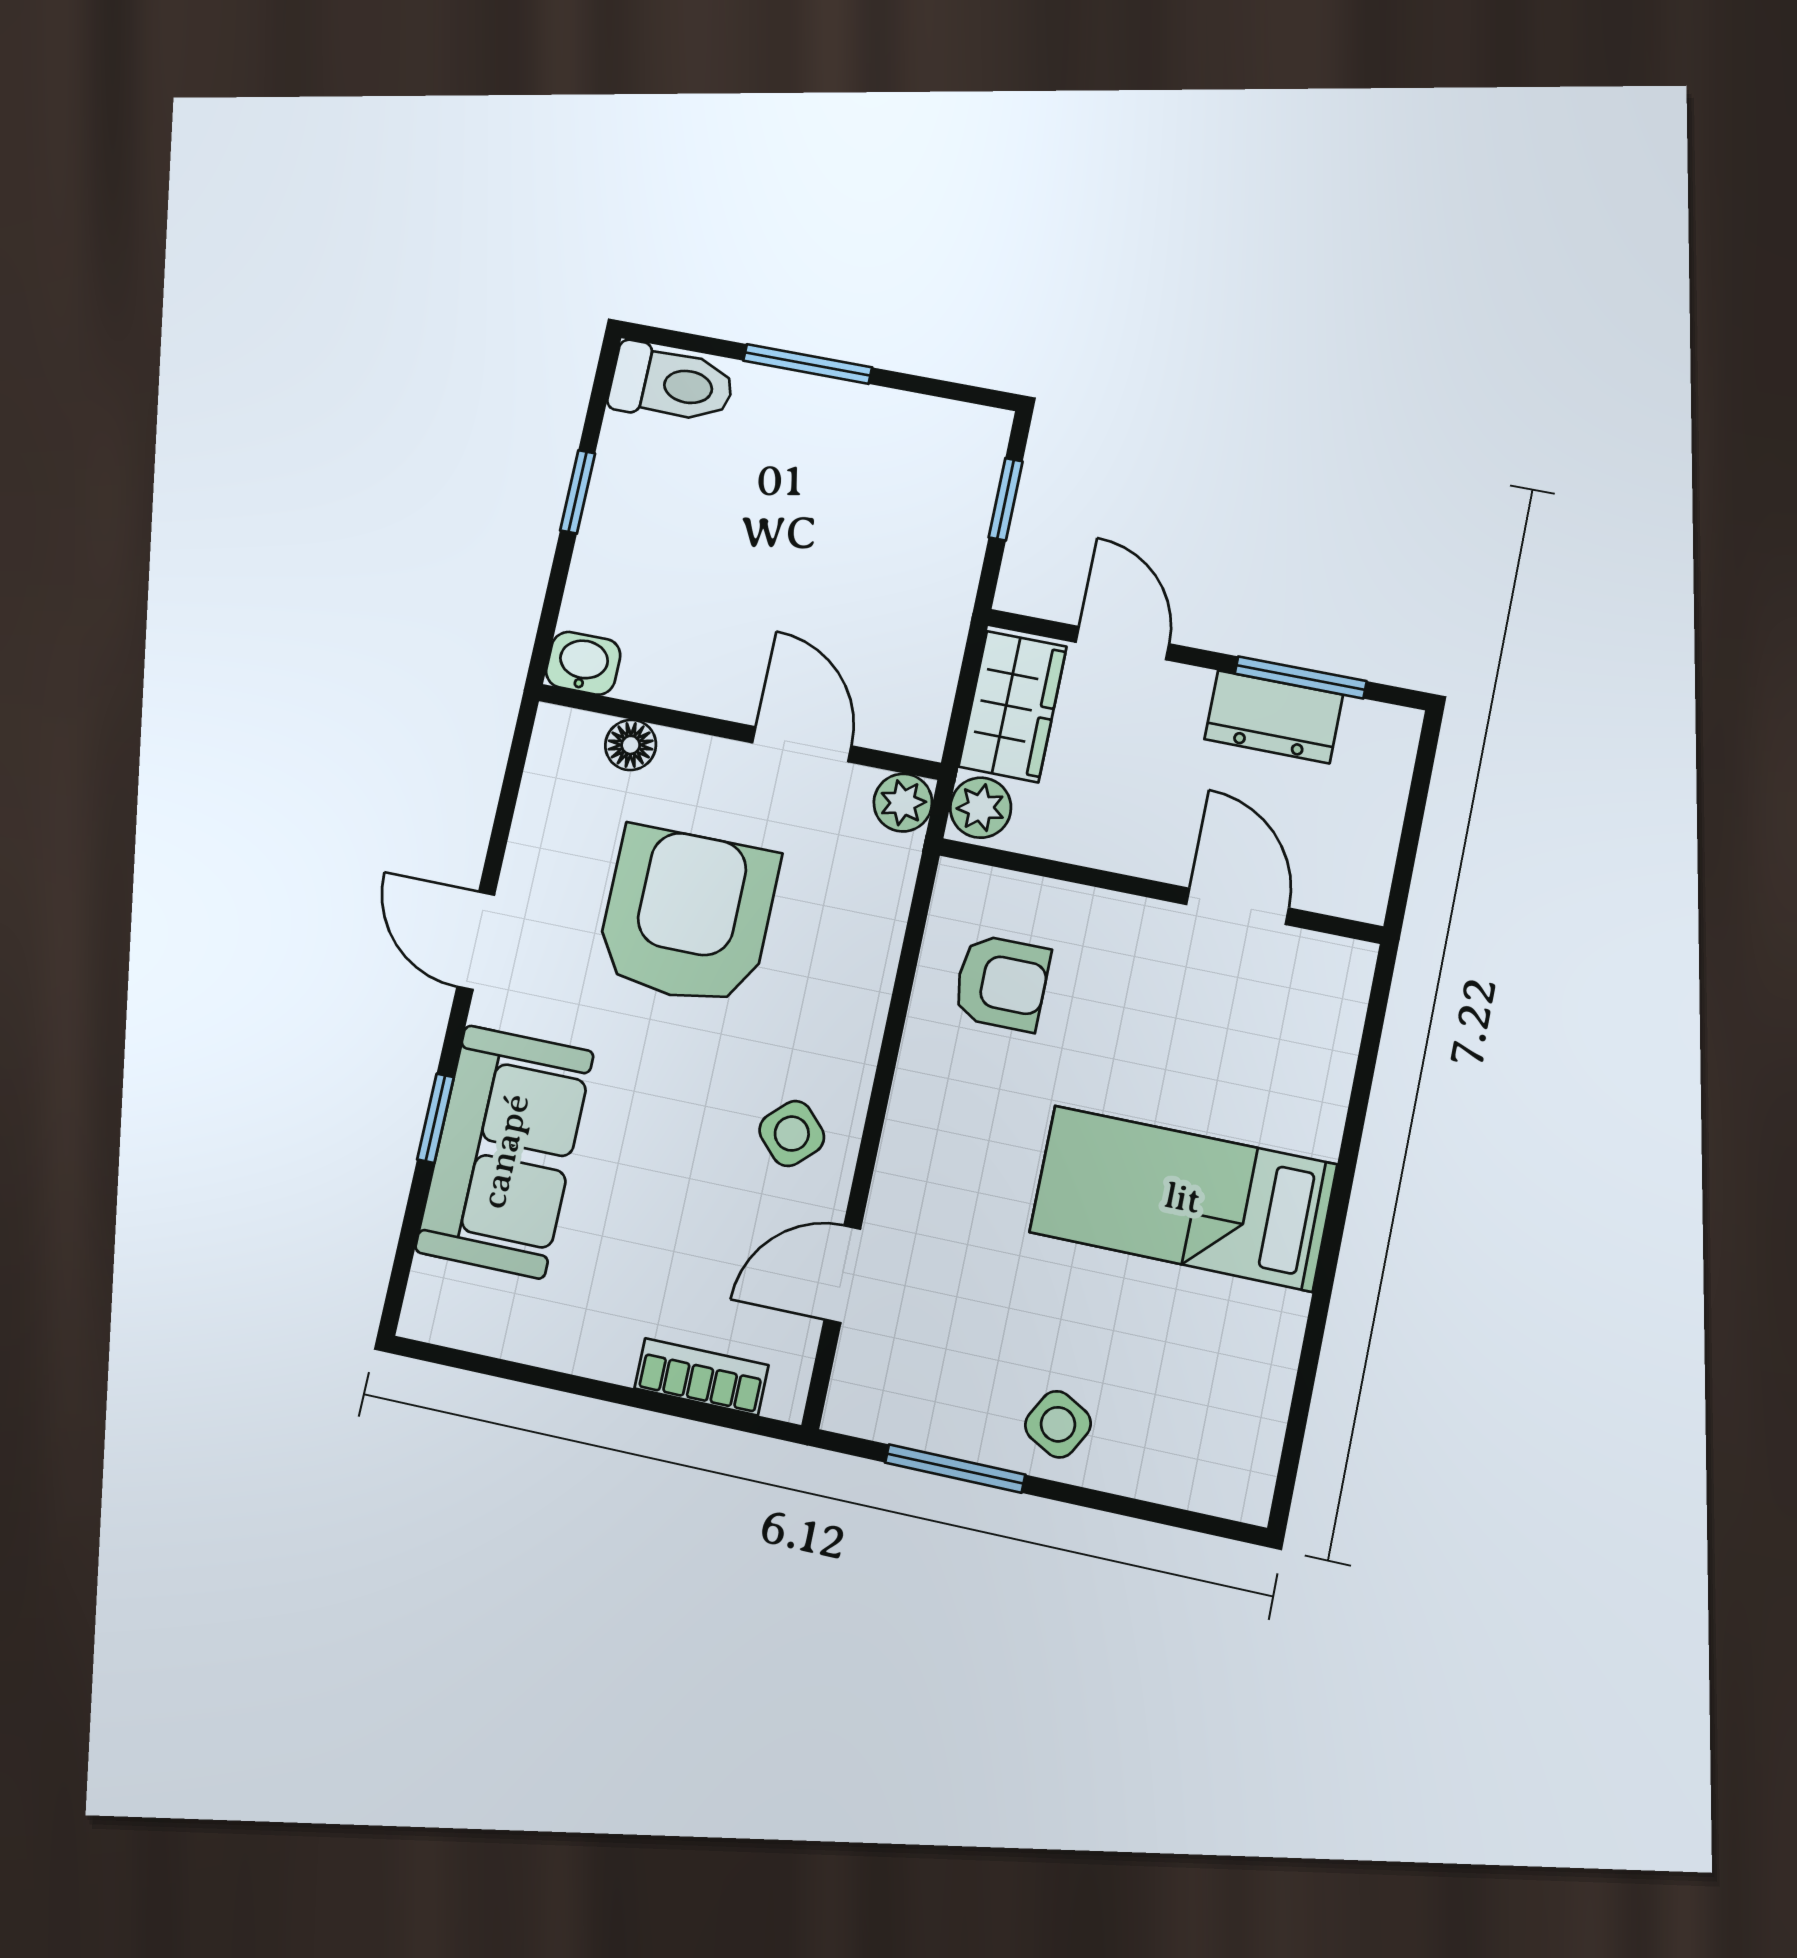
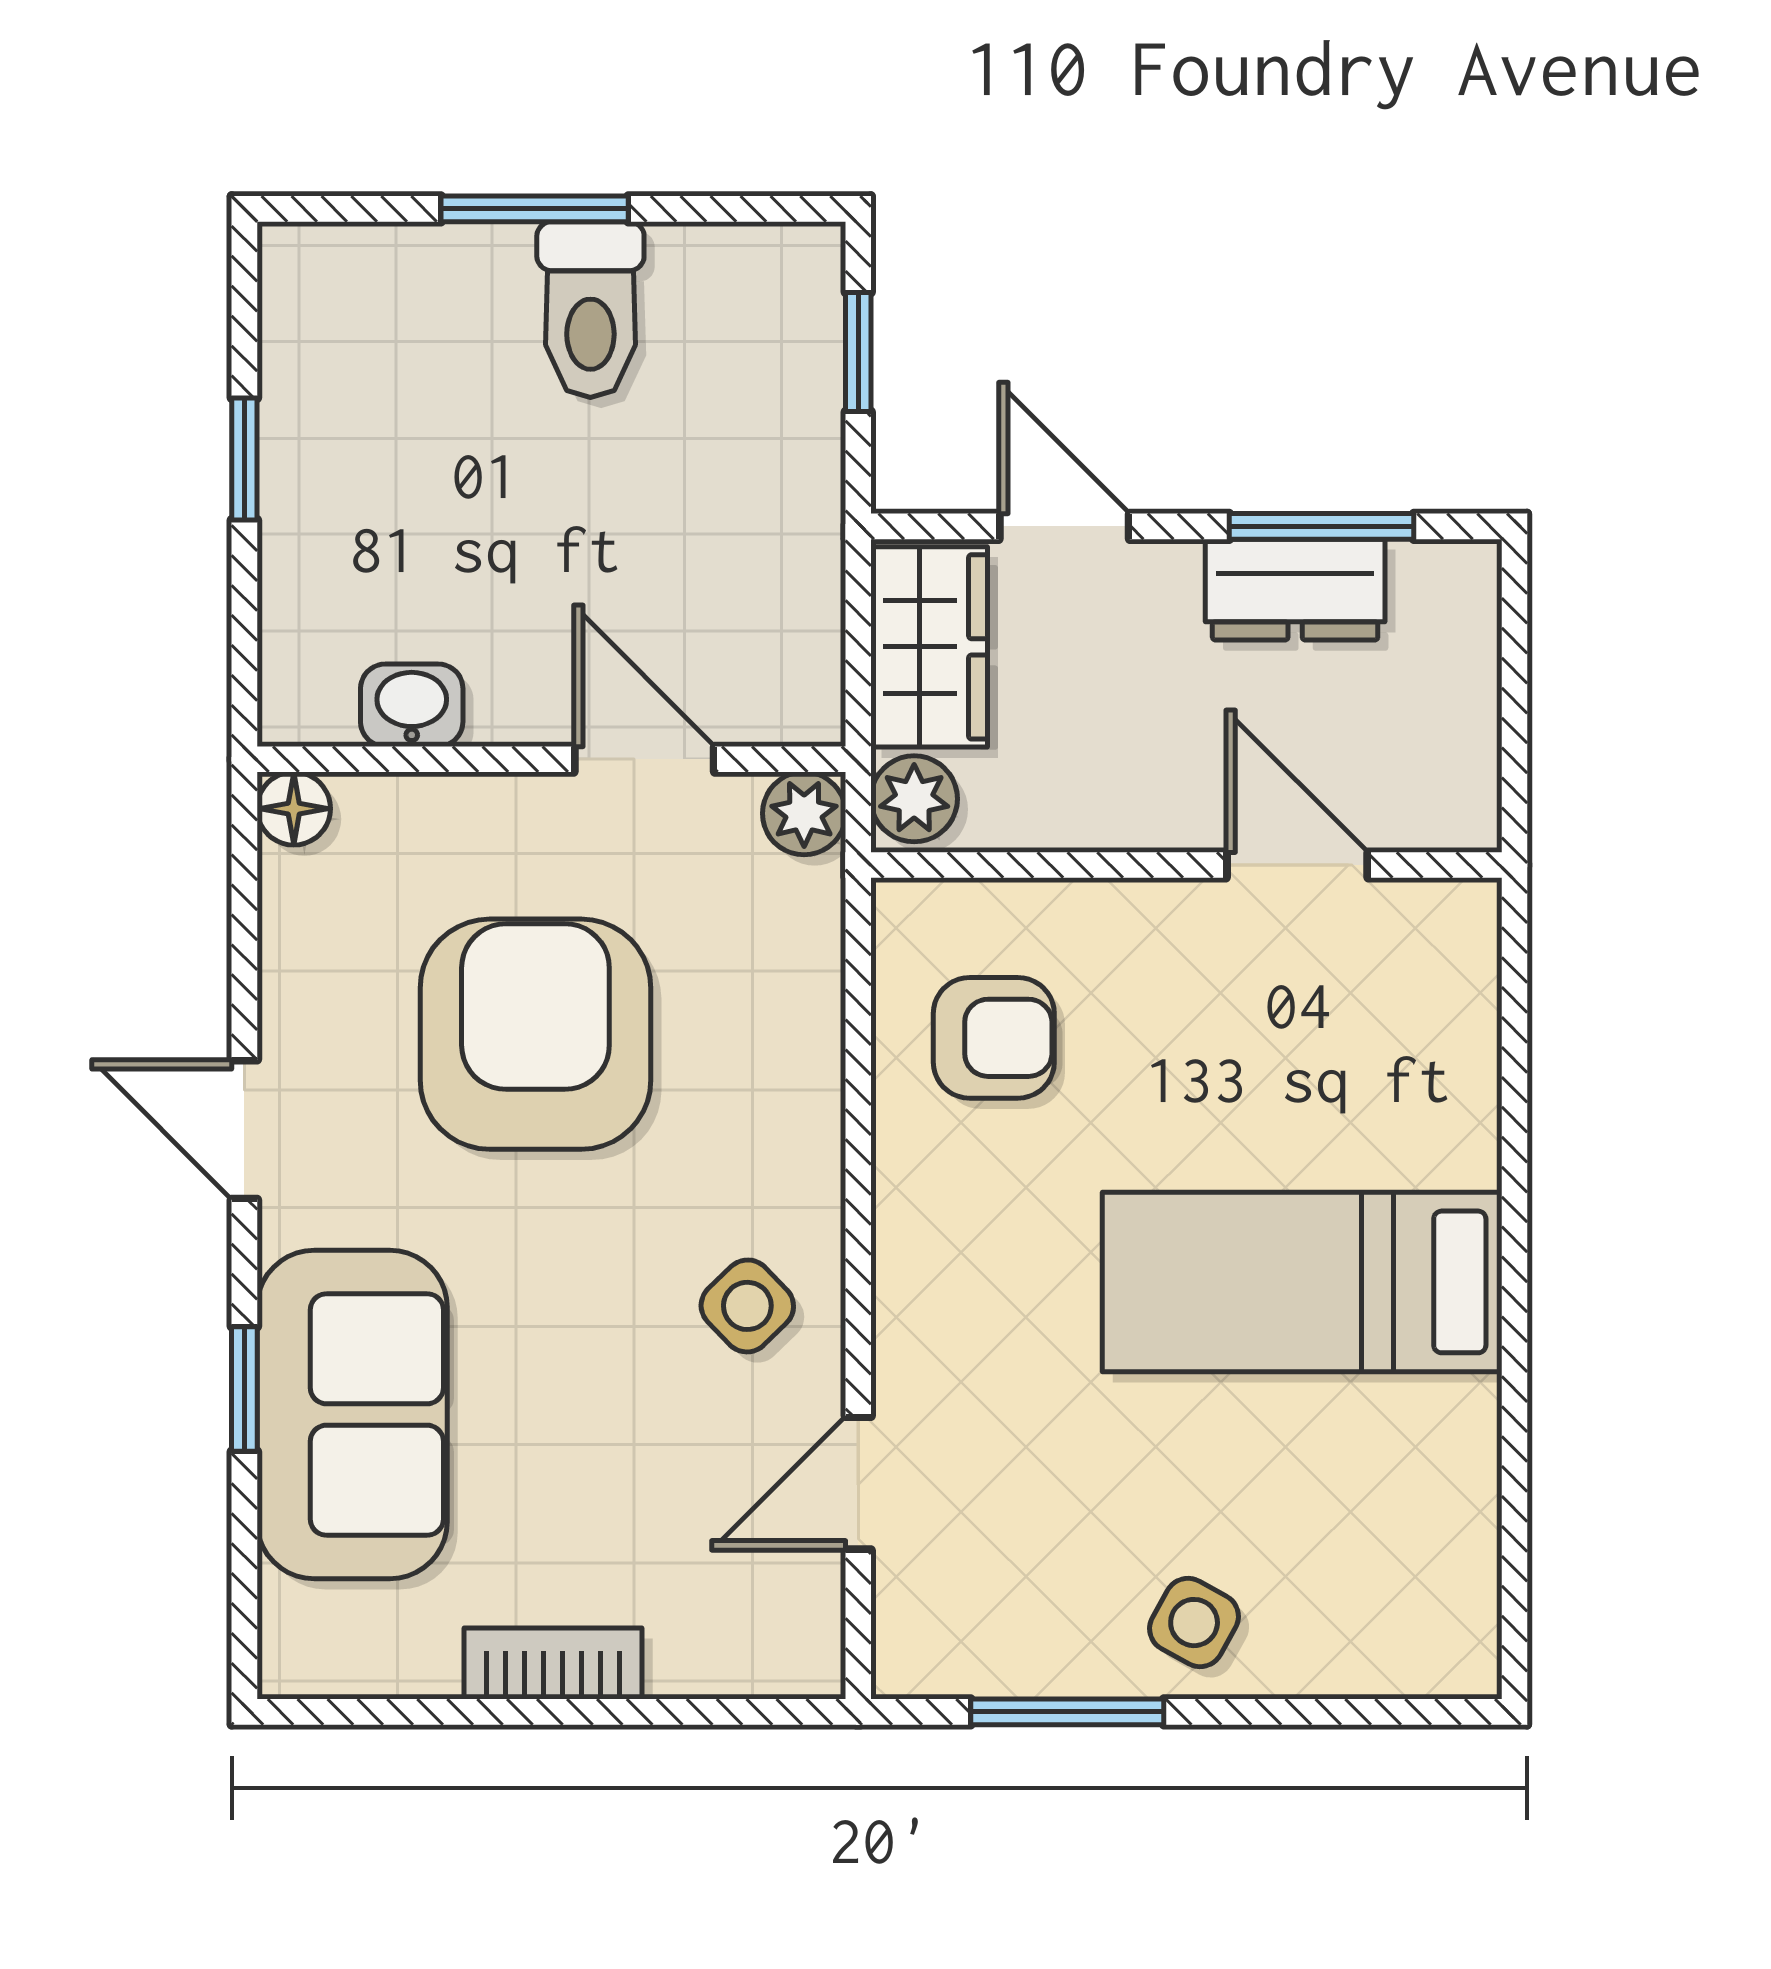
toilet: (672, 384) -> (590, 310), moved, turned 90
washbasin: (583, 663) -> (412, 705), moved
floor lamp: (631, 745) -> (294, 809), moved
bookcase: (701, 1377) -> (553, 1664), moved

